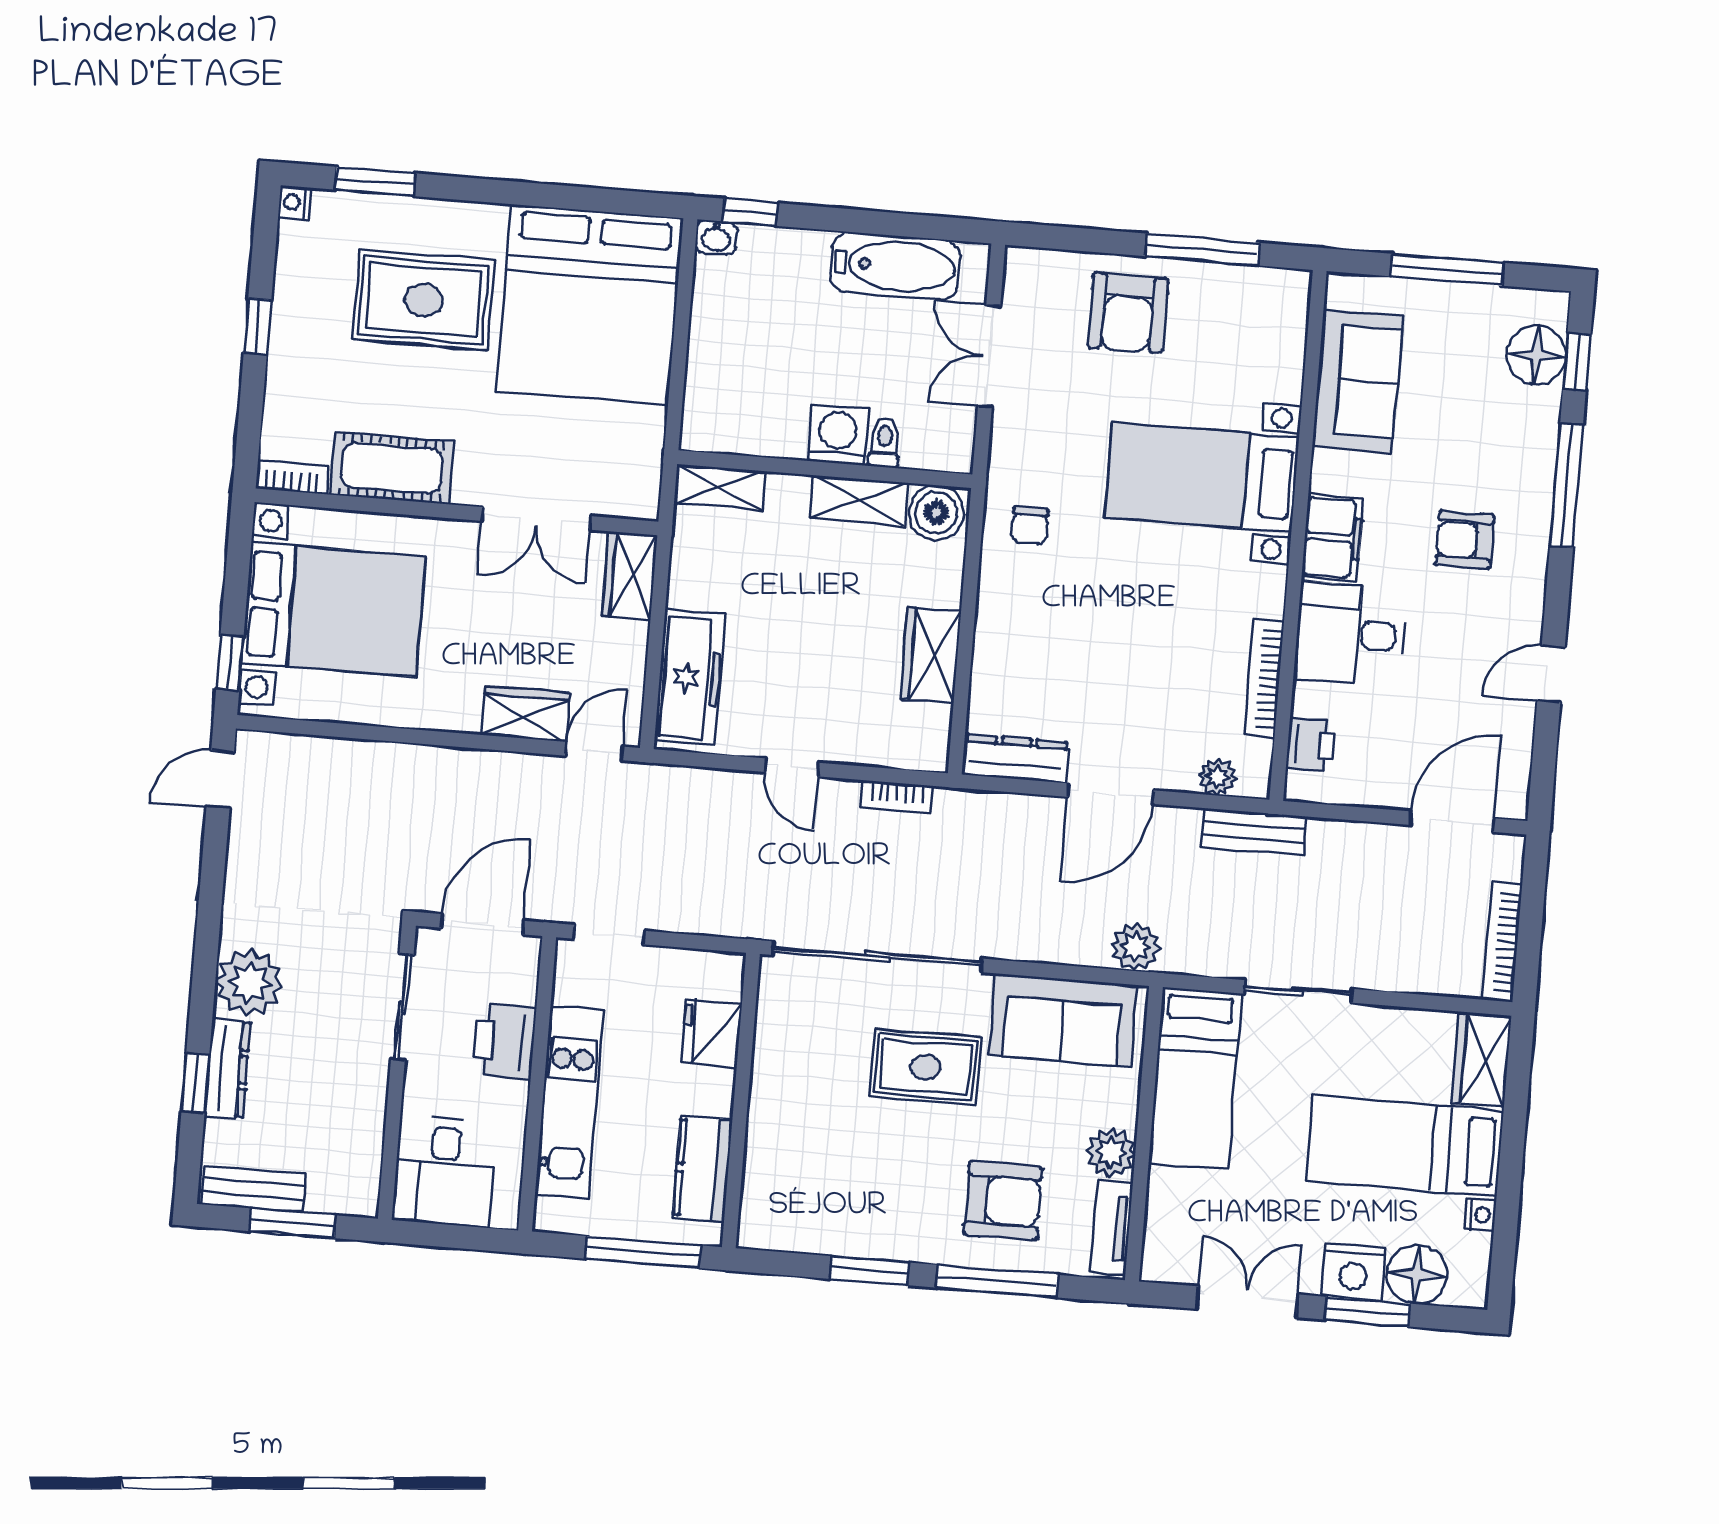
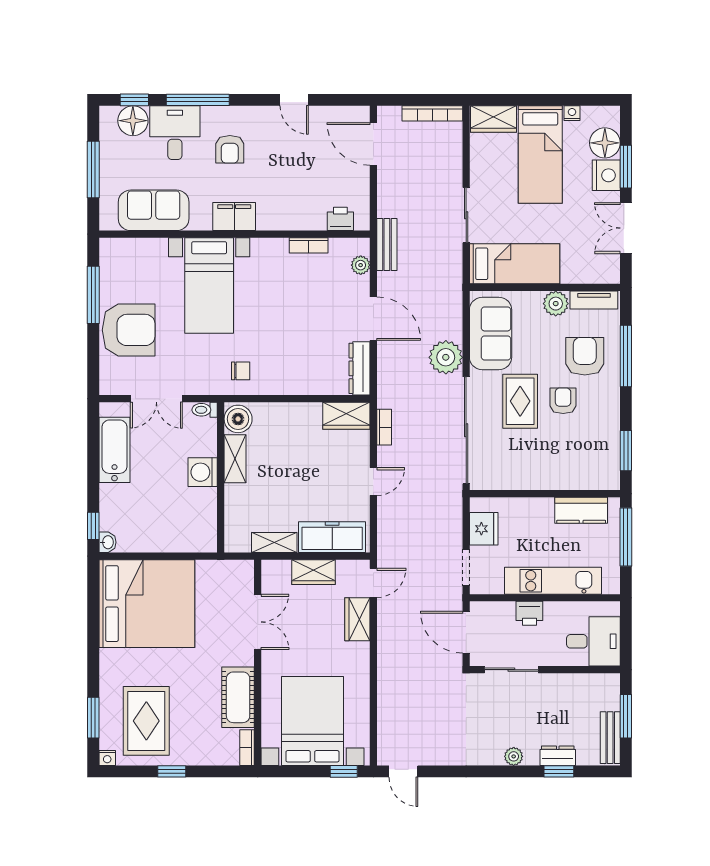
rug: (424, 300) -> (146, 721), moved
armchair: (1128, 313) -> (129, 330), width x1.36, depth x1.36
toilet: (884, 443) -> (205, 410), moved
shelving: (720, 487) -> (274, 542), moved, turned 90
wardrobe: (630, 575) -> (314, 572), moved
desk: (1350, 634) -> (175, 133), moved, turned 180
wardrobe: (931, 655) -> (346, 416), moved
bookcase: (1264, 678) -> (309, 245), width x0.64
door: (594, 751) -> (373, 583), swing flipped
plant: (1136, 947) -> (446, 357), moved, width x1.36, depth x1.36
plant: (249, 983) -> (514, 756), width x0.53, depth x0.53
fridge: (712, 1033) -> (484, 529), moved, turned -90
printer: (504, 1041) -> (529, 613), width x0.73, depth x0.81
dresser: (227, 1069) -> (558, 756), width x0.70
armchair: (919, 1151) -> (563, 401), added
window: (869, 1271) -> (626, 451), moved

